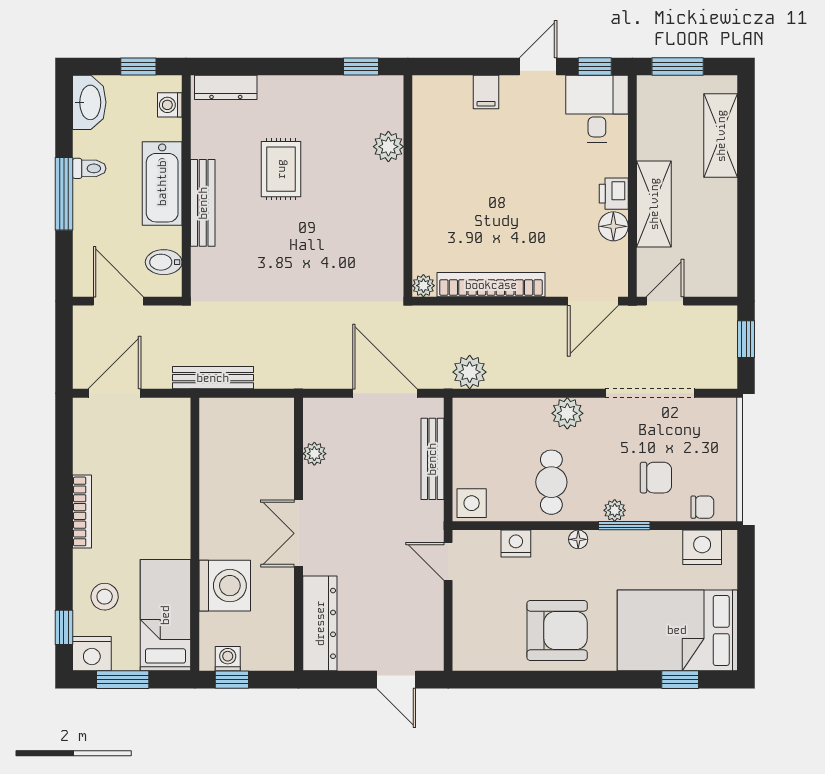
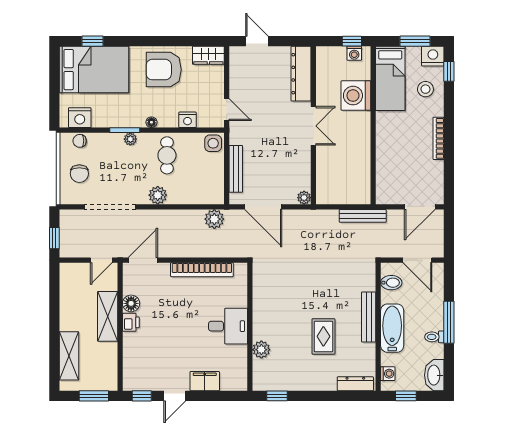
filing cabinet: (486, 92) -> (205, 381), width x2.00
desk: (597, 109) -> (228, 326), moved, turned -90
plant: (423, 286) -> (241, 269), removed
plant: (314, 454) -> (304, 198), moved
chair: (656, 478) -> (79, 174), moved, turned -90
wardrobe: (480, 655) -> (208, 55), added

